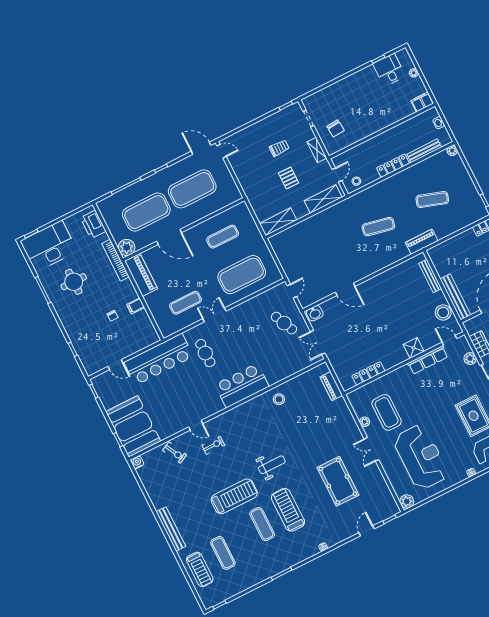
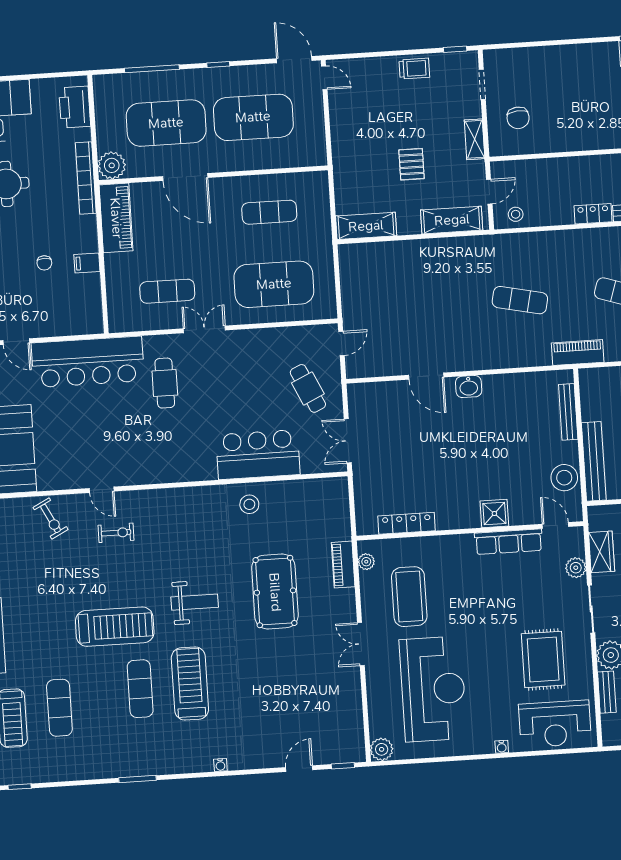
trolley: (279, 148) -> (414, 69), moved
locker: (393, 166) -> (593, 214), width x0.66
washbasin: (315, 313) -> (469, 387), moved
bar counter: (242, 386) -> (258, 455), moved
piano: (331, 386) -> (343, 565), moved
plant: (365, 422) -> (366, 562), moved
pool table: (338, 481) -> (275, 592), moved

